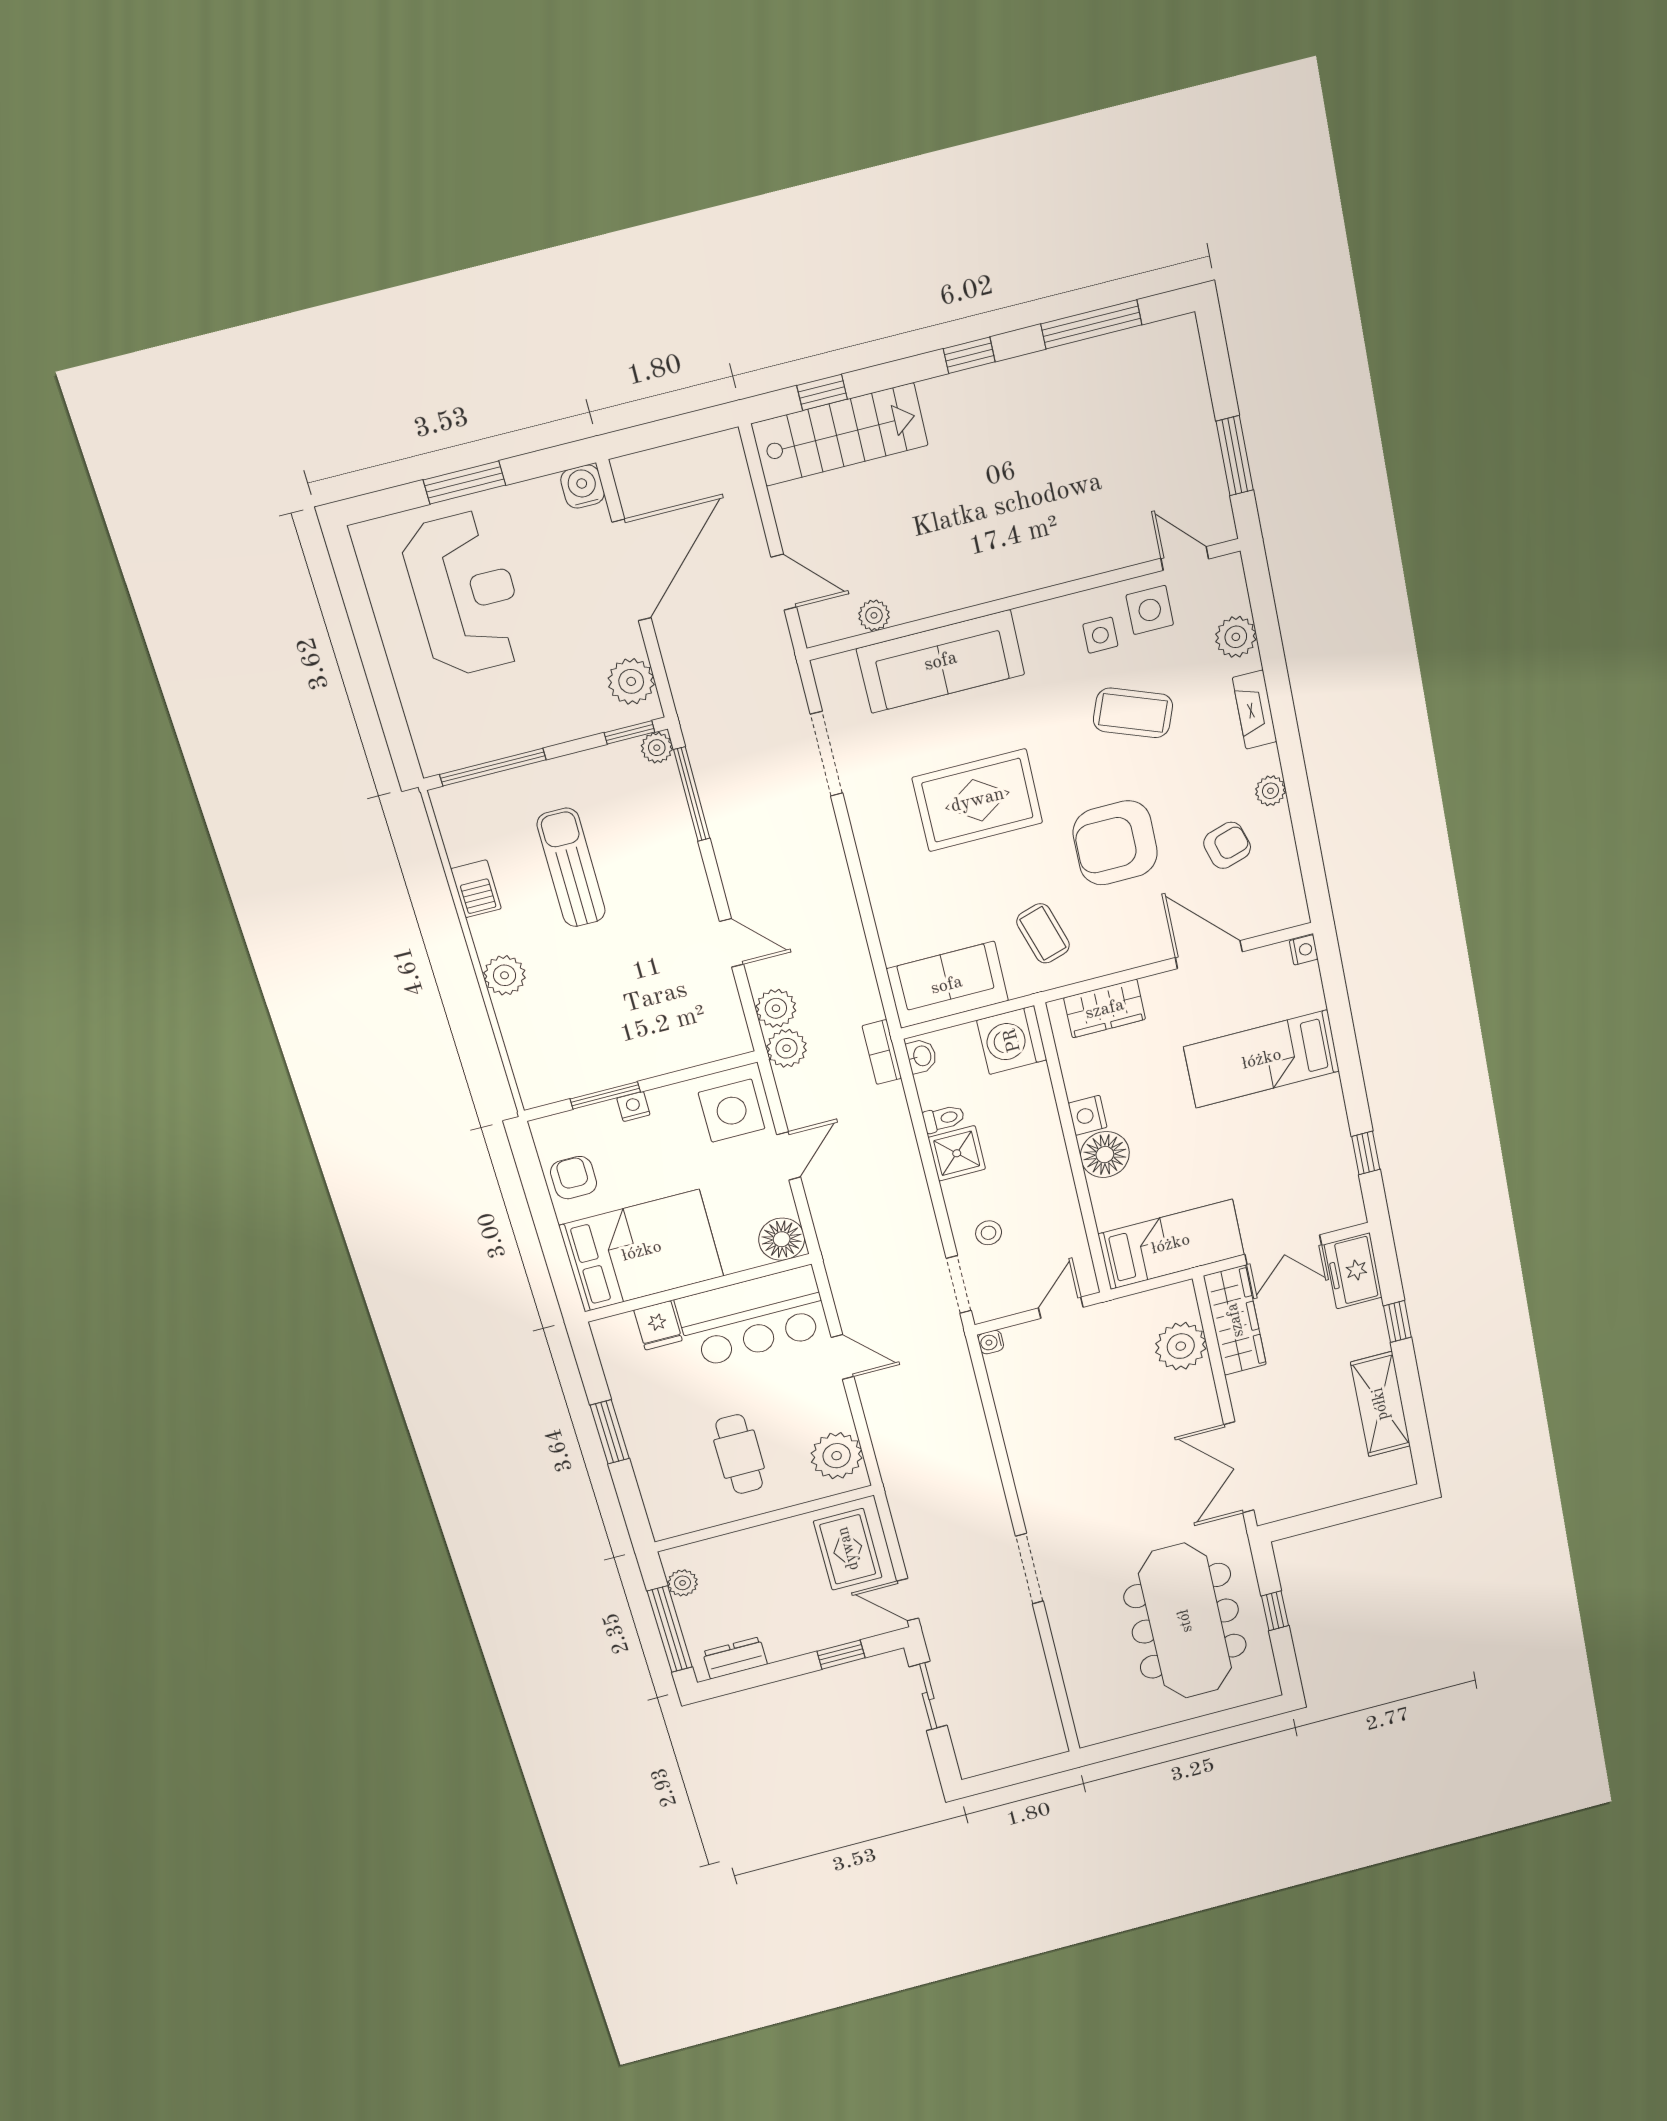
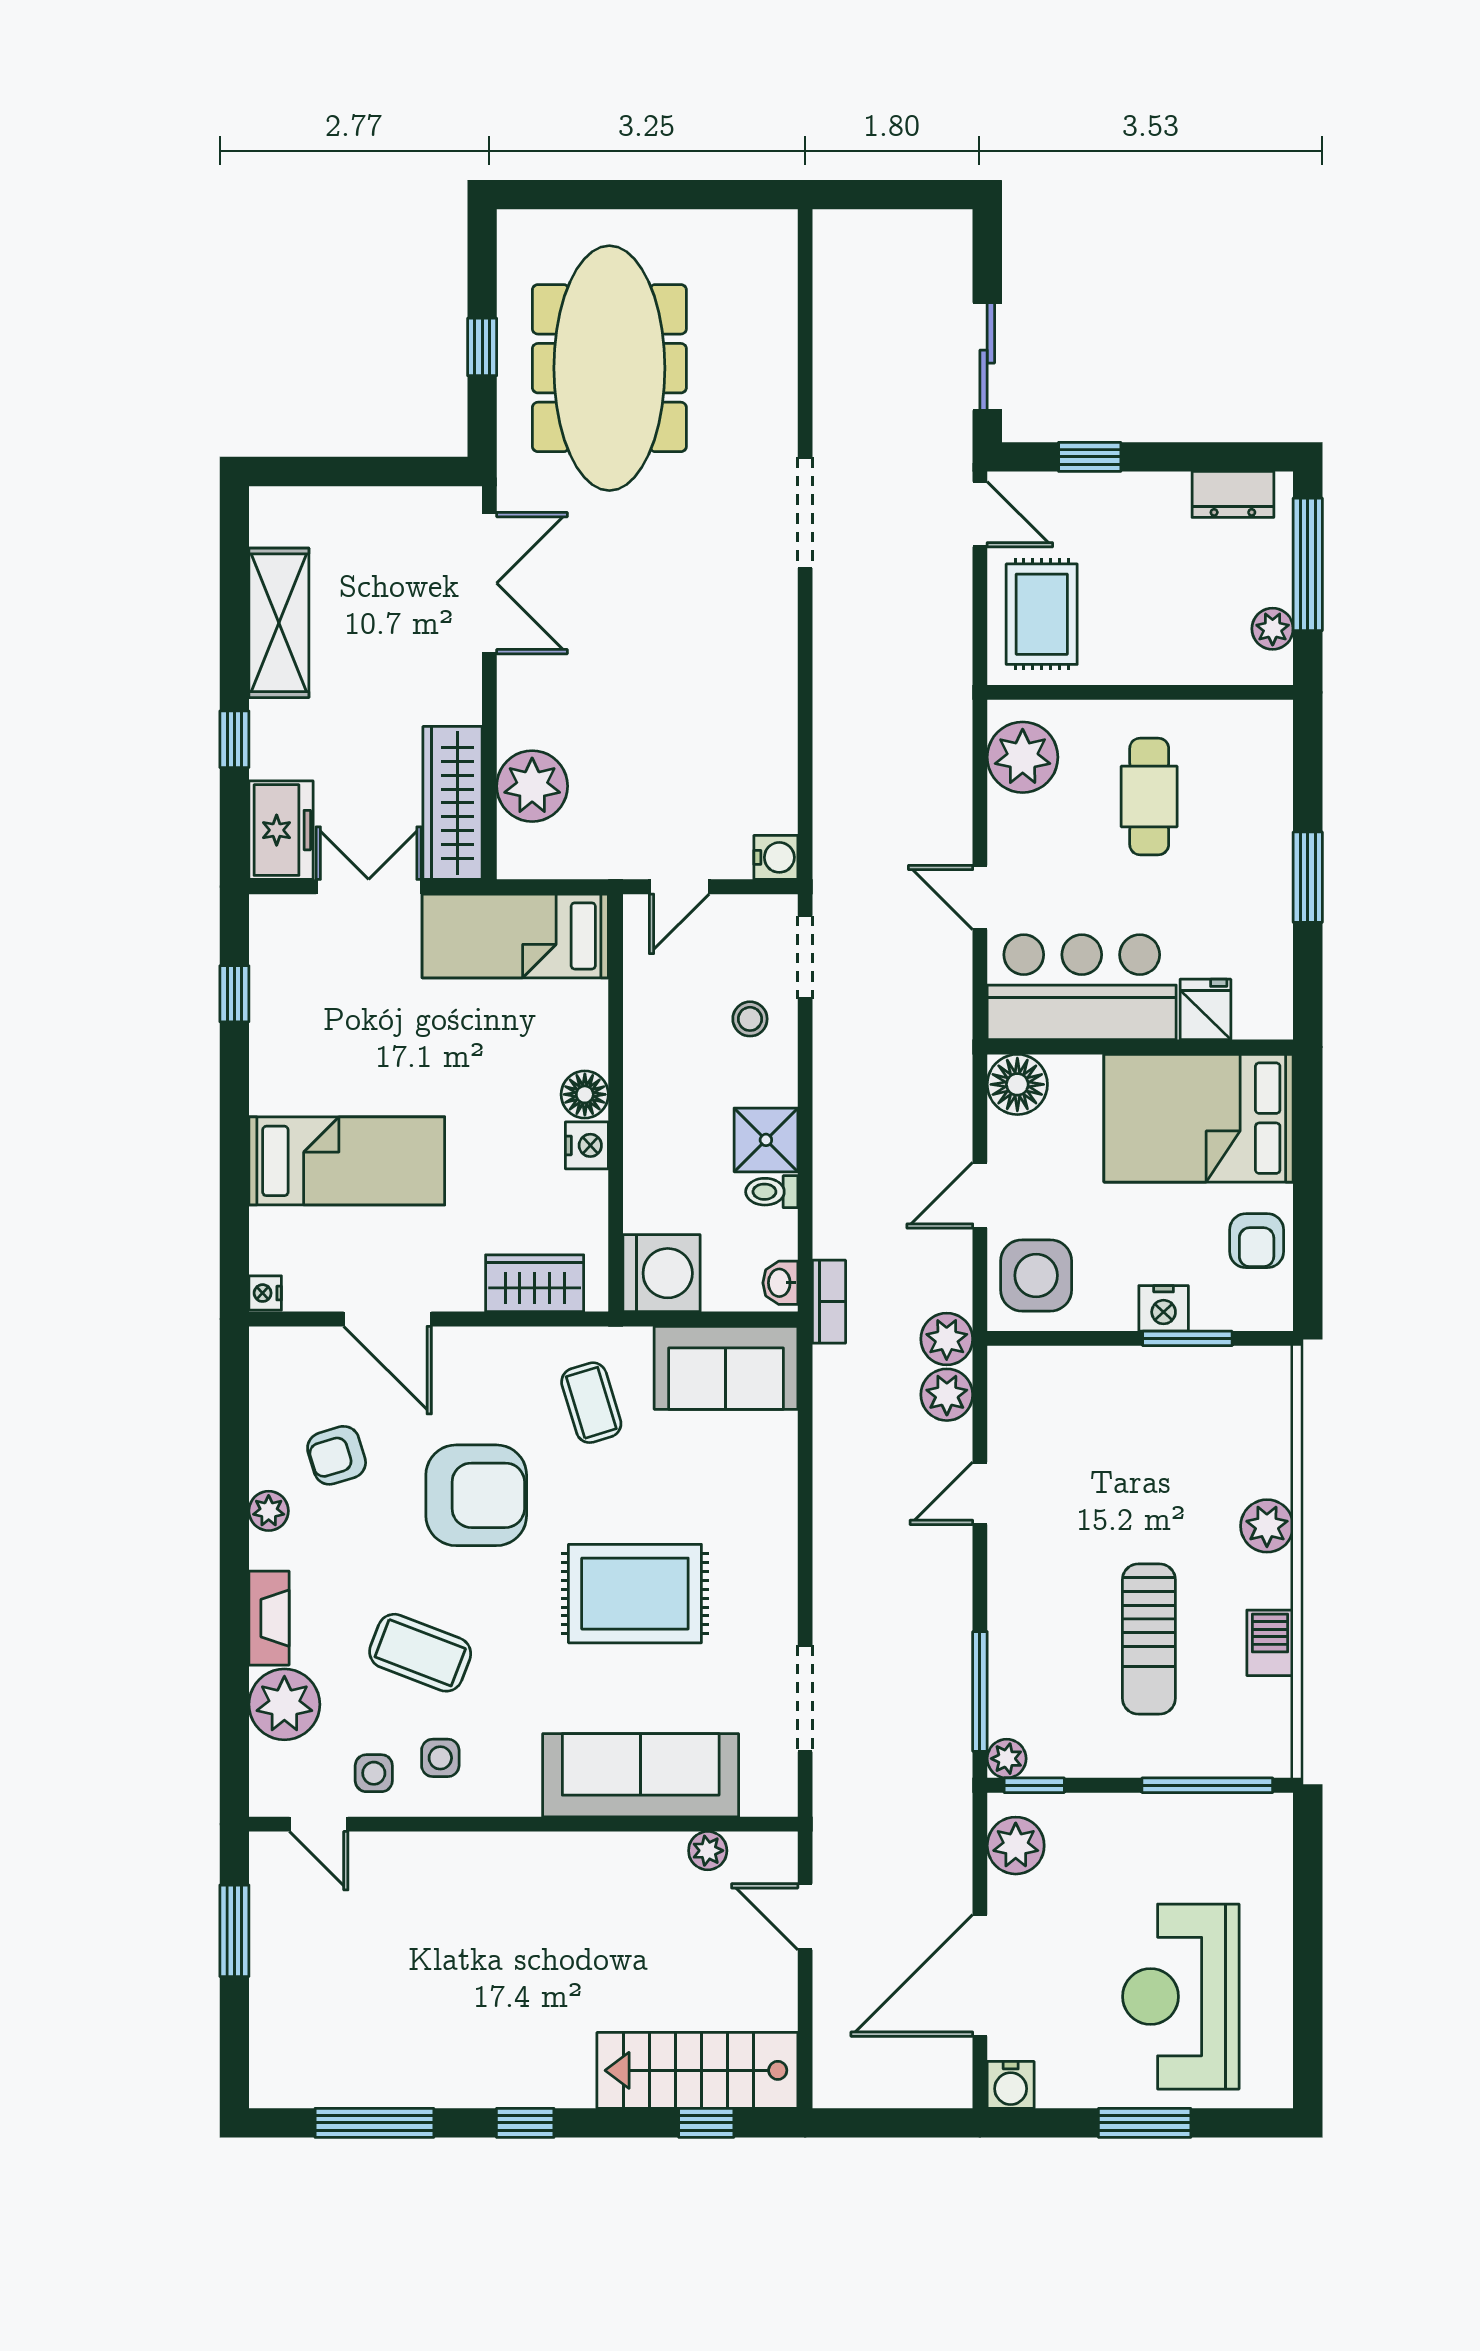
side table: (1150, 610) -> (374, 1773), width x0.73, depth x0.73
plant: (1236, 637) -> (284, 1704), width x1.36, depth x1.36
door: (732, 943) -> (980, 1493), hinge flipped
nightstand: (633, 1107) -> (1164, 1308), width x1.39, depth x1.35
floor lamp: (1105, 1155) -> (585, 1094), width x0.73, depth x0.73
water cooler: (991, 1342) -> (776, 857), width x1.38, depth x1.38

